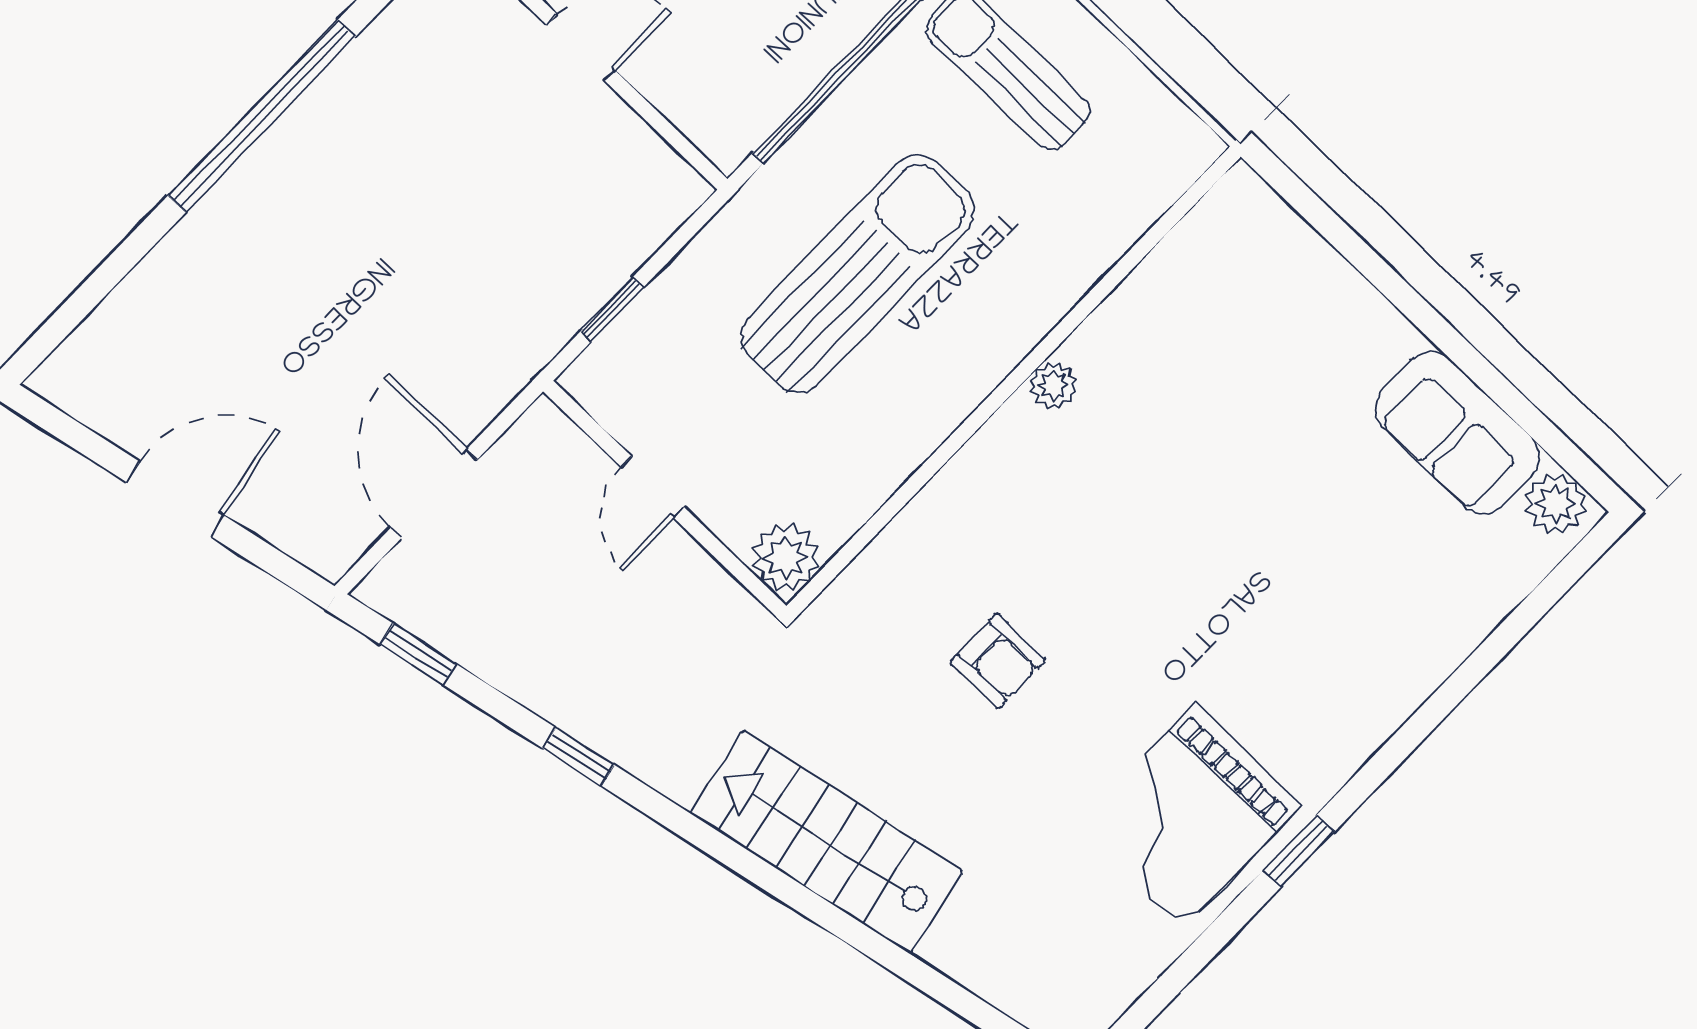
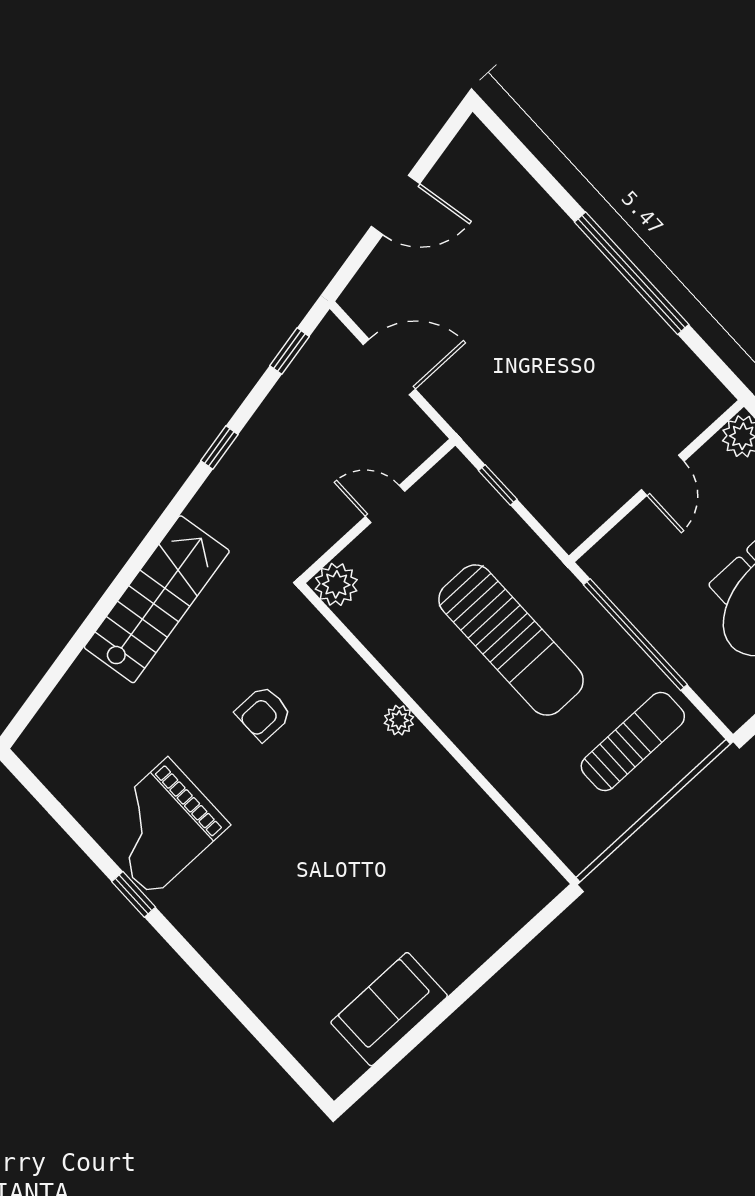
plant: (1053, 385) -> (399, 720), moved
door: (175, 499) -> (395, 205), hinge flipped
plant: (1555, 503) -> (341, 1068), removed
grand piano: (1189, 816) -> (160, 827), turned -90

